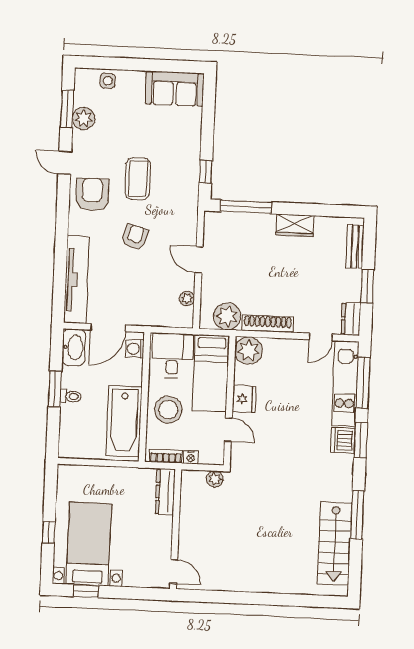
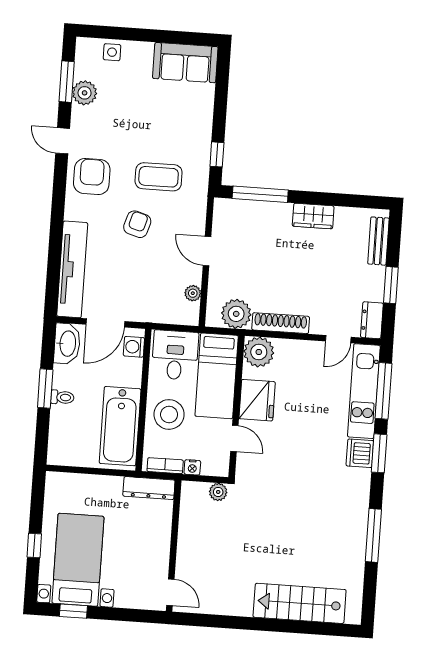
coffee table: (138, 179) -> (159, 177), moved, turned 90
fridge: (244, 399) -> (257, 400), width x1.36, depth x1.34
dresser: (165, 492) -> (149, 488), moved, turned -90
stairs: (335, 544) -> (300, 603), moved, turned 90

